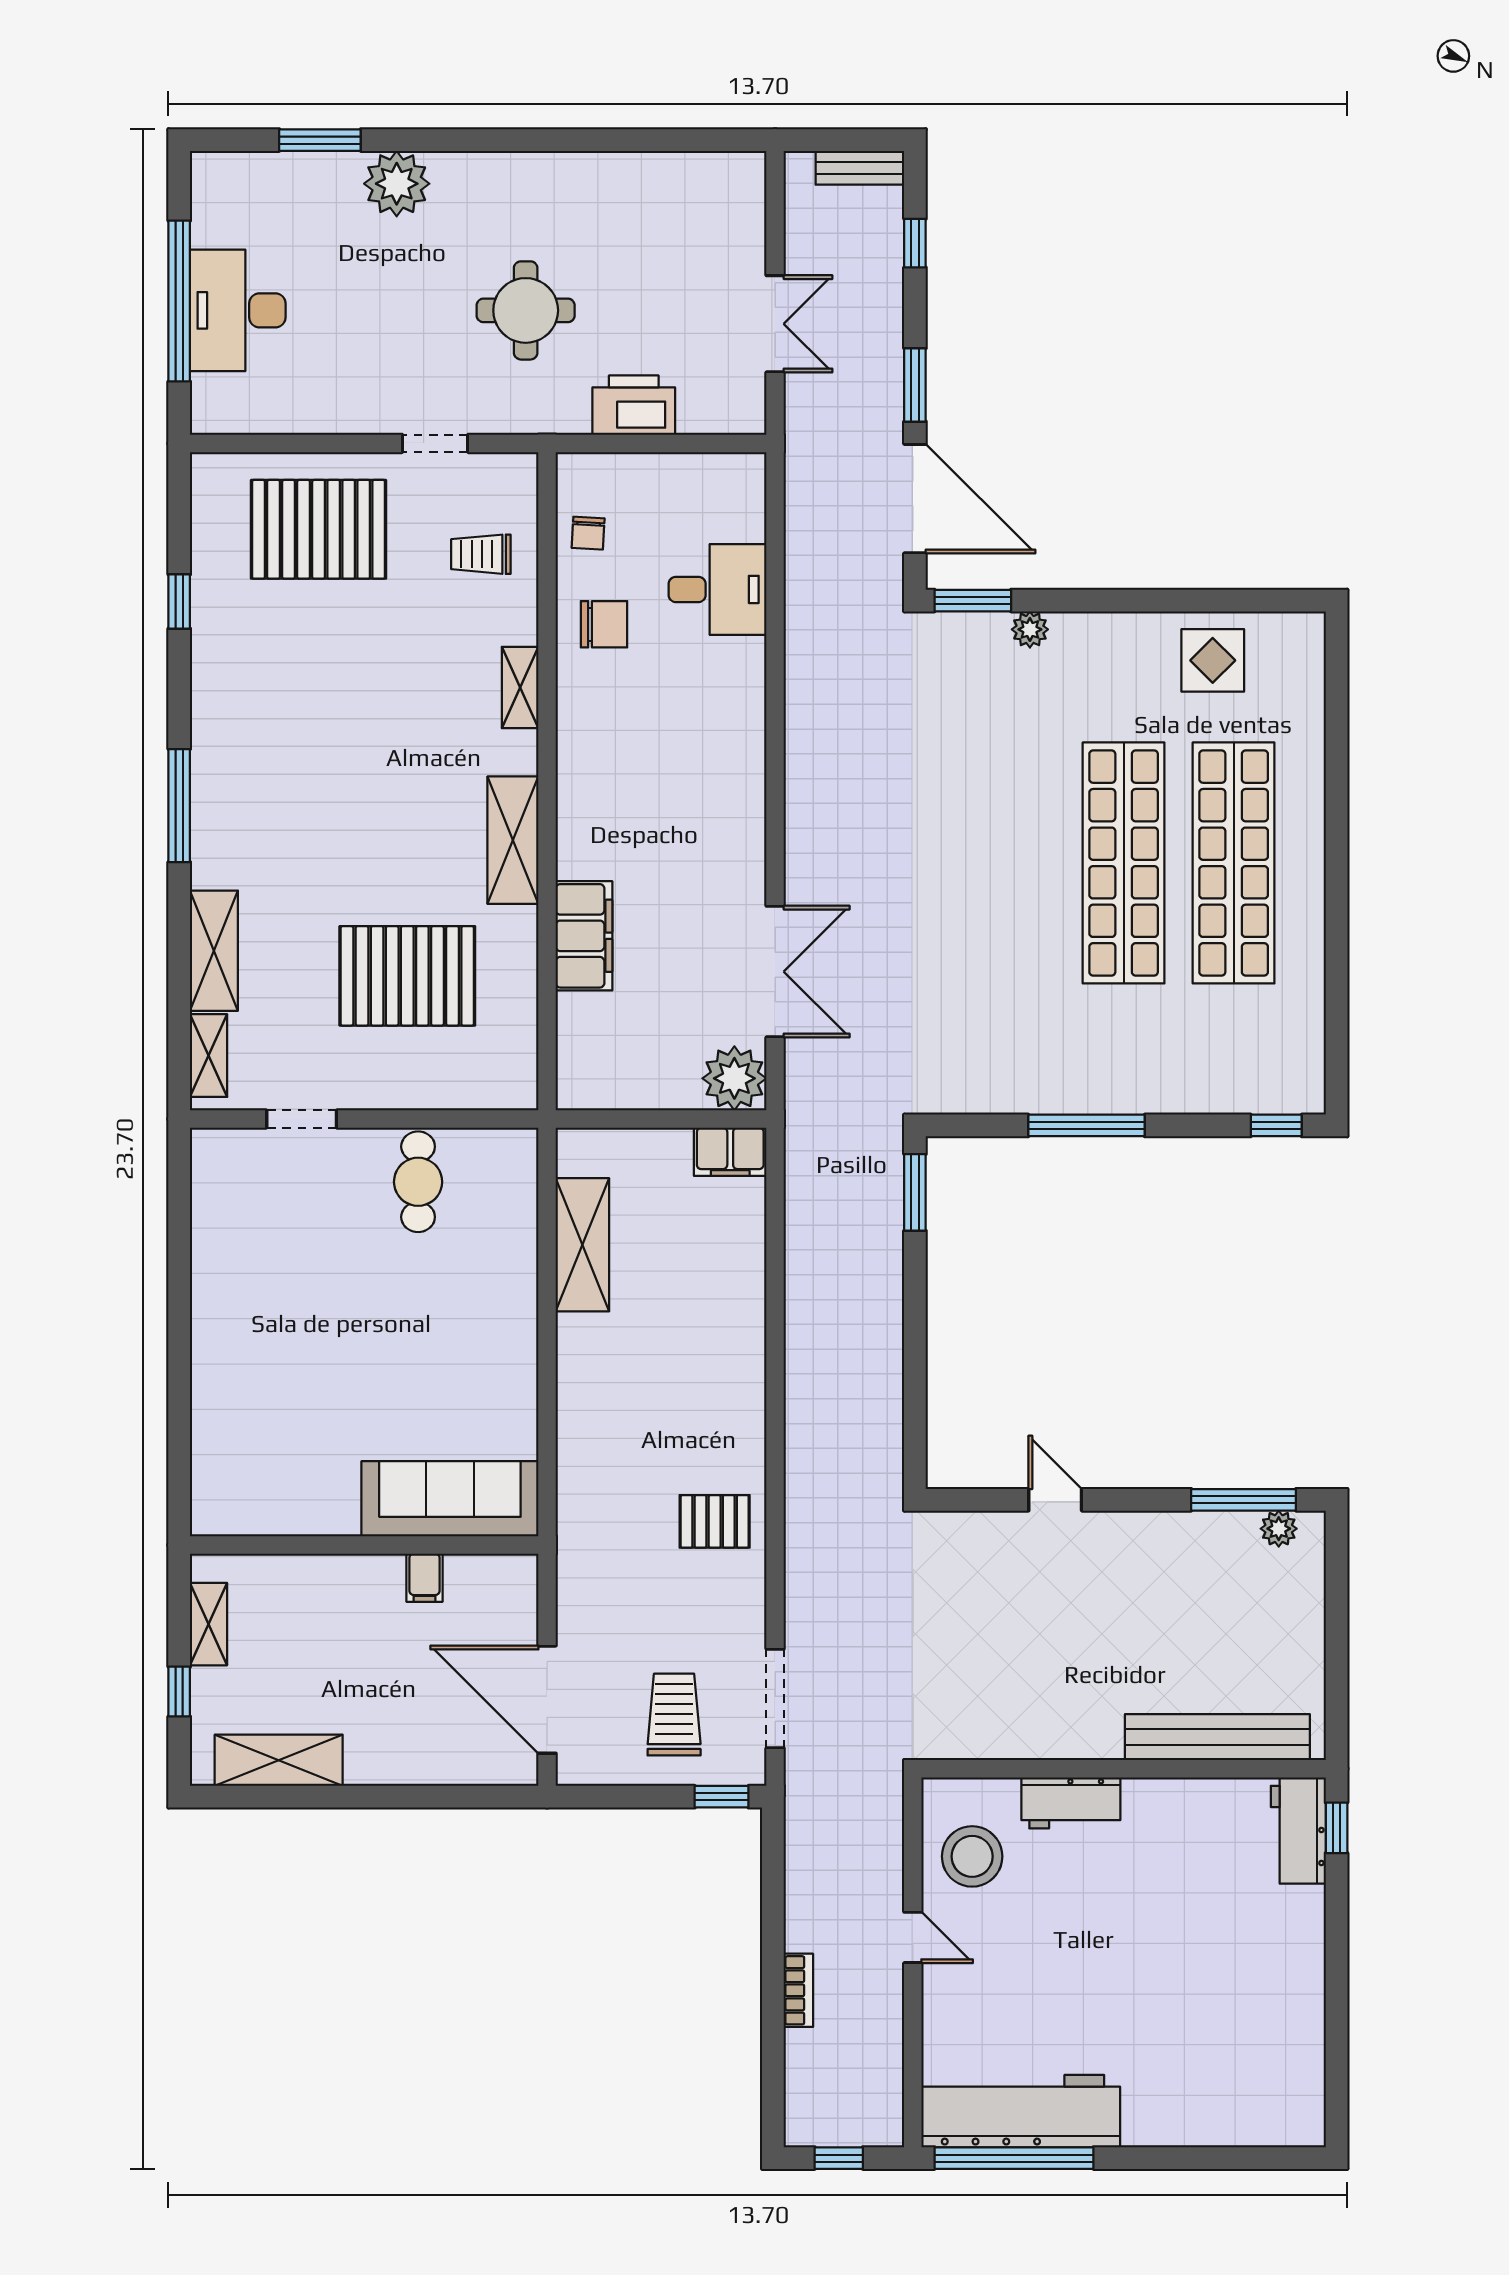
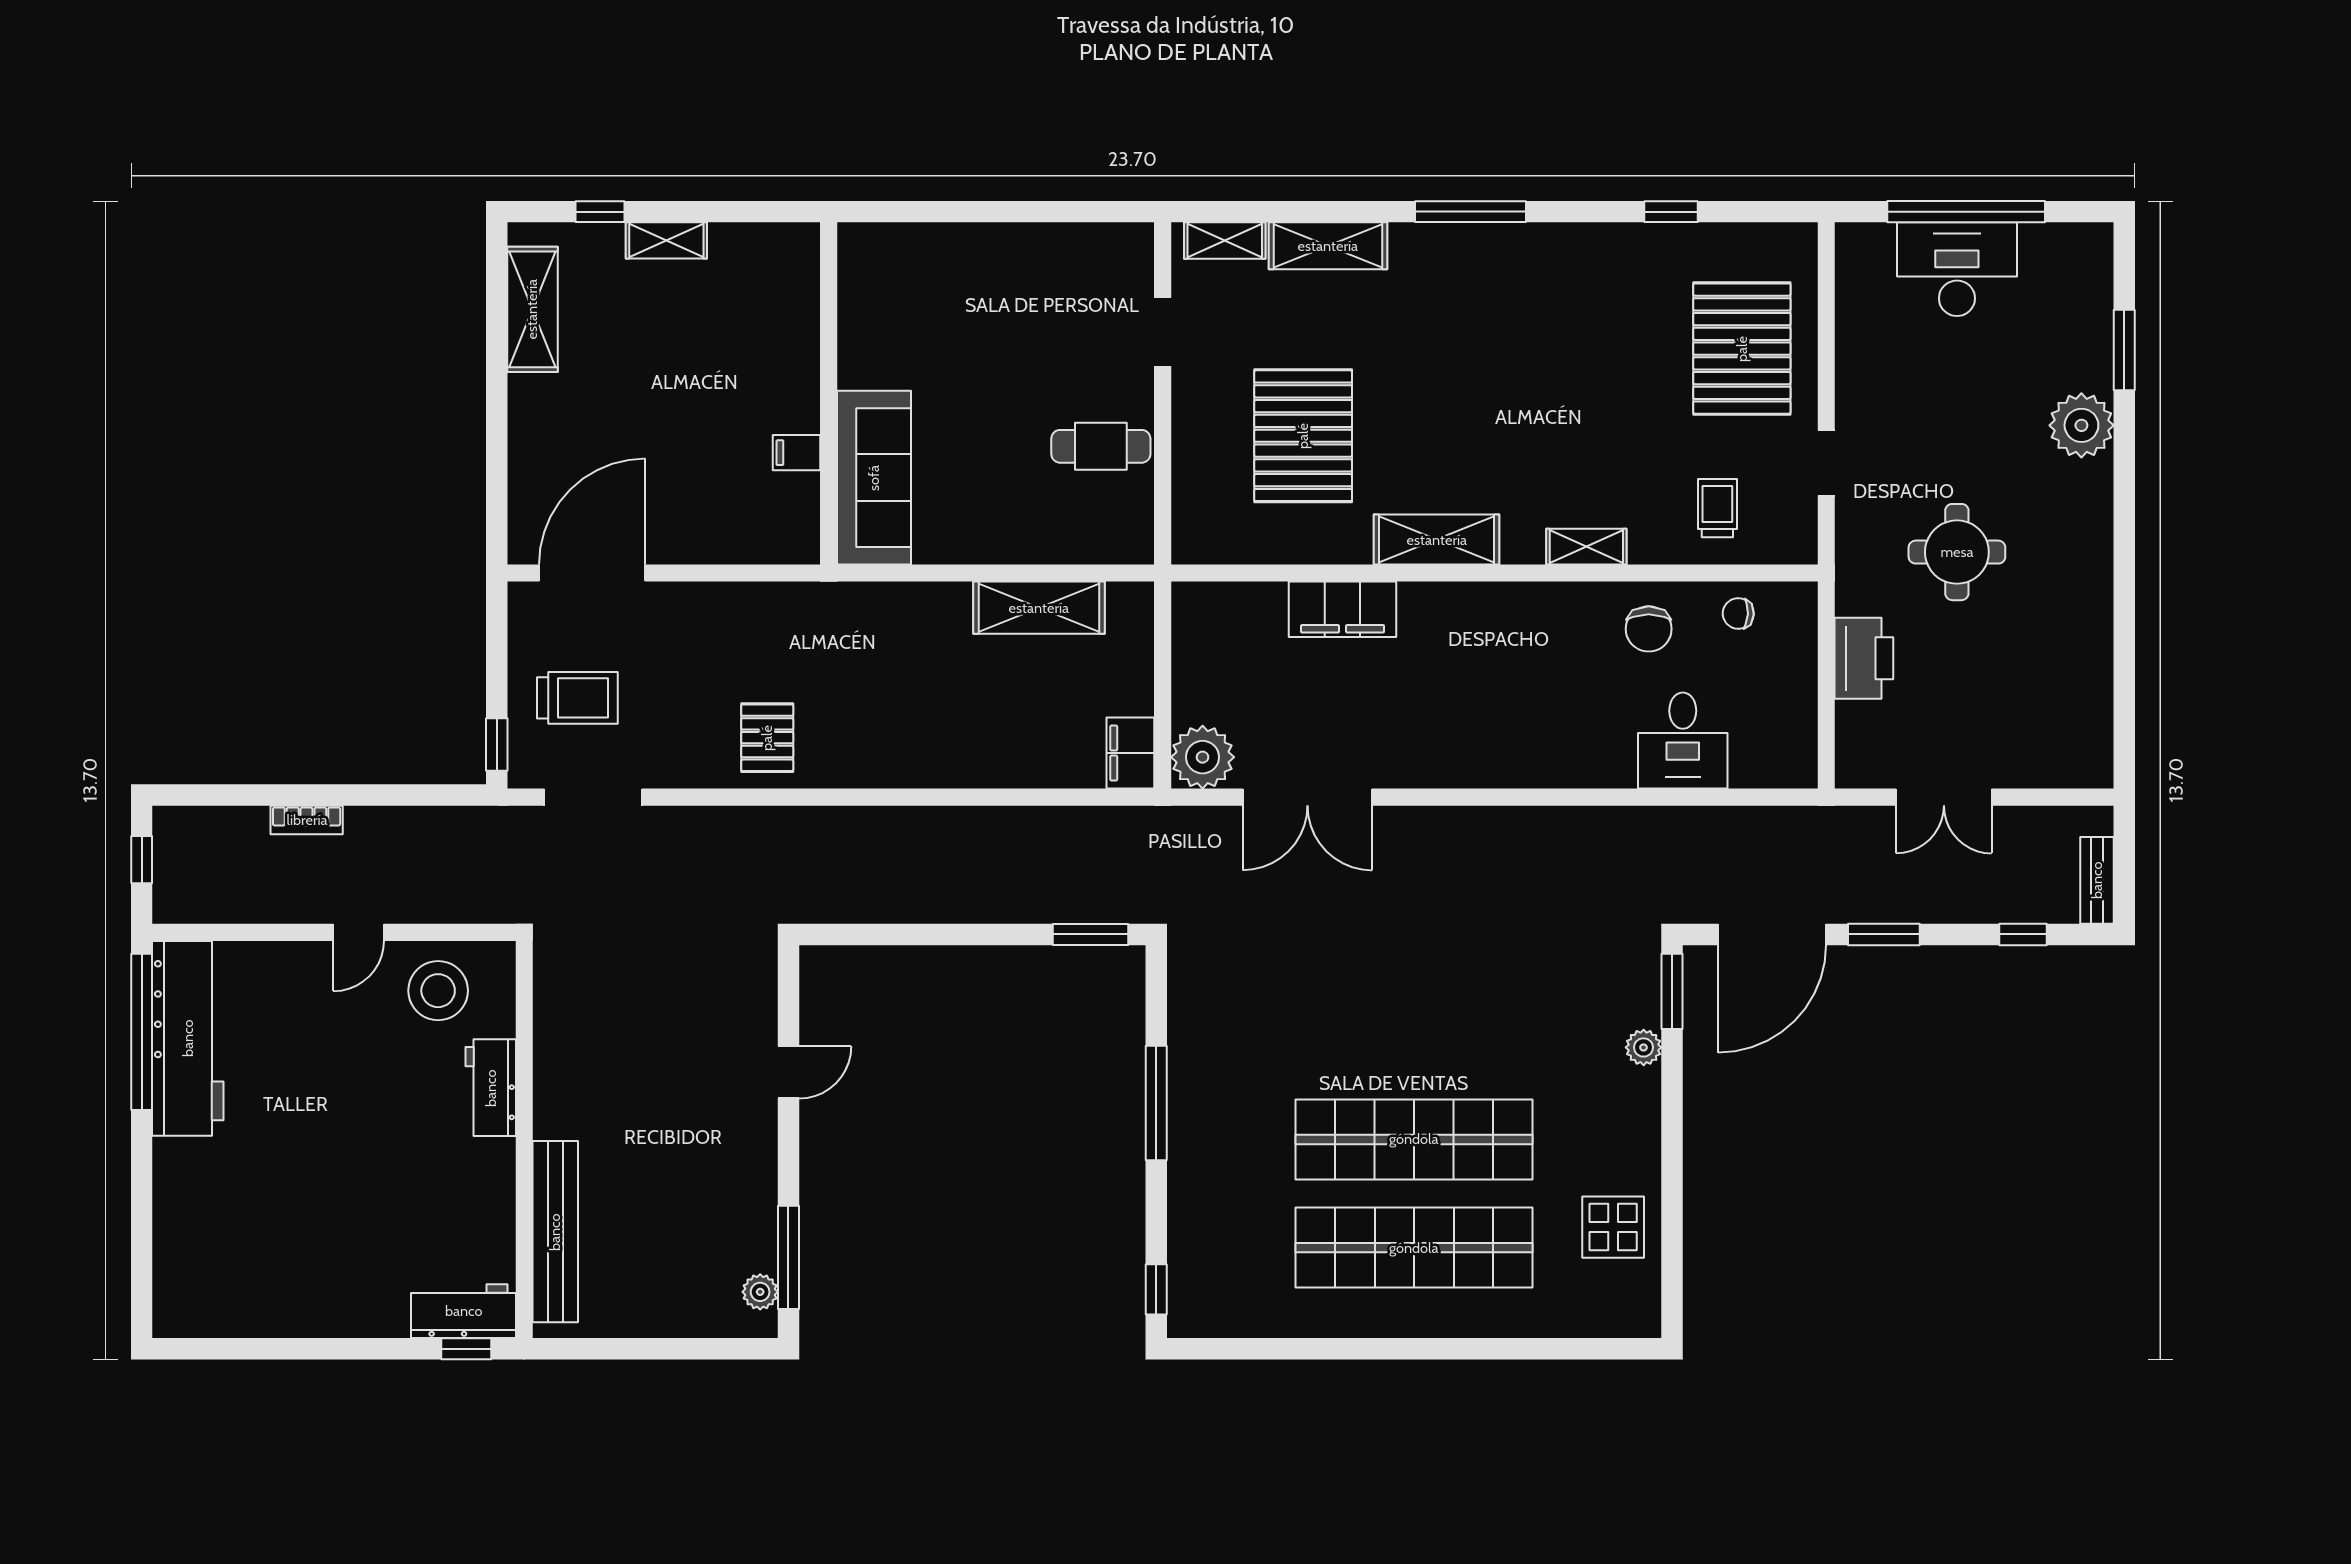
sofa: (450, 1499) -> (874, 478), moved
wall: (364, 1545) -> (829, 393), moved
filing cabinet: (425, 1578) -> (796, 453), moved

